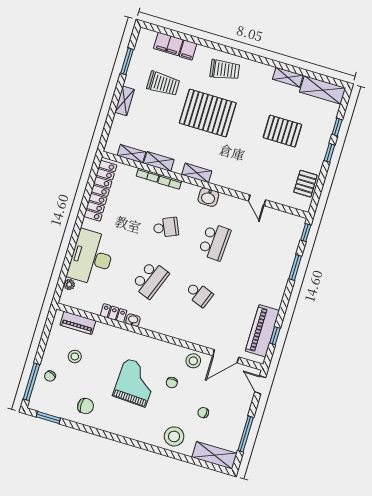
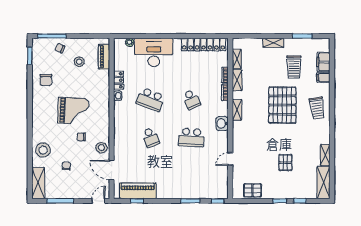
pallet: (282, 131) -> (285, 163), width x0.67, depth x0.71
school desk: (199, 294) -> (151, 137), turned -42

